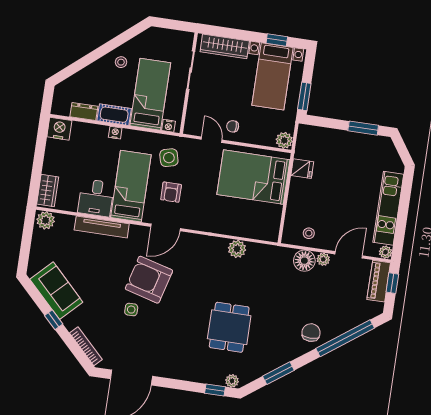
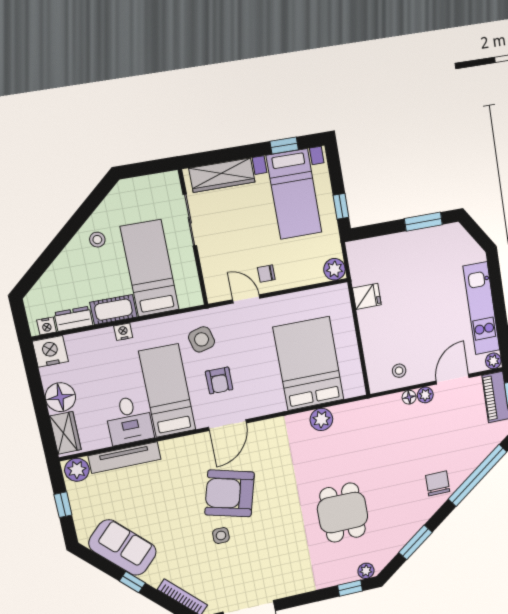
window: (304, 96) -> (341, 206), width x0.67
nightstand: (169, 126) -> (47, 326), moved
floor lamp: (54, 164) -> (60, 397), added
bed: (253, 177) -> (309, 364), moved, turned 90
tv unit: (102, 227) -> (125, 458), moved
window: (26, 242) -> (63, 505), added
floor lamp: (304, 261) -> (409, 397), width x0.53, depth x0.53

